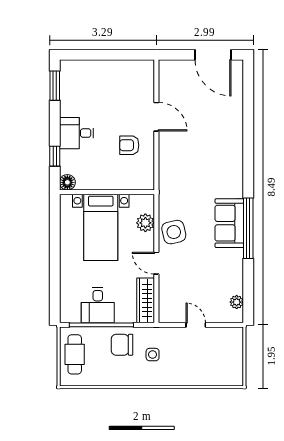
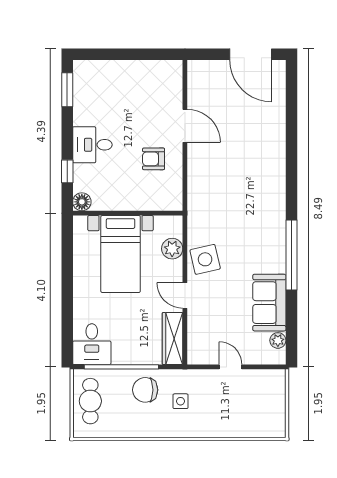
sofa: (229, 223) -> (269, 303), moved
desk: (98, 305) -> (92, 344), moved

